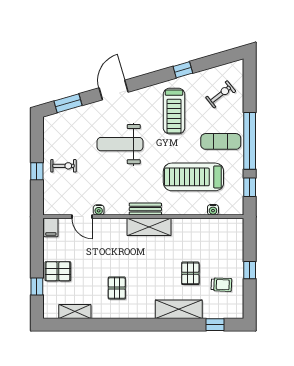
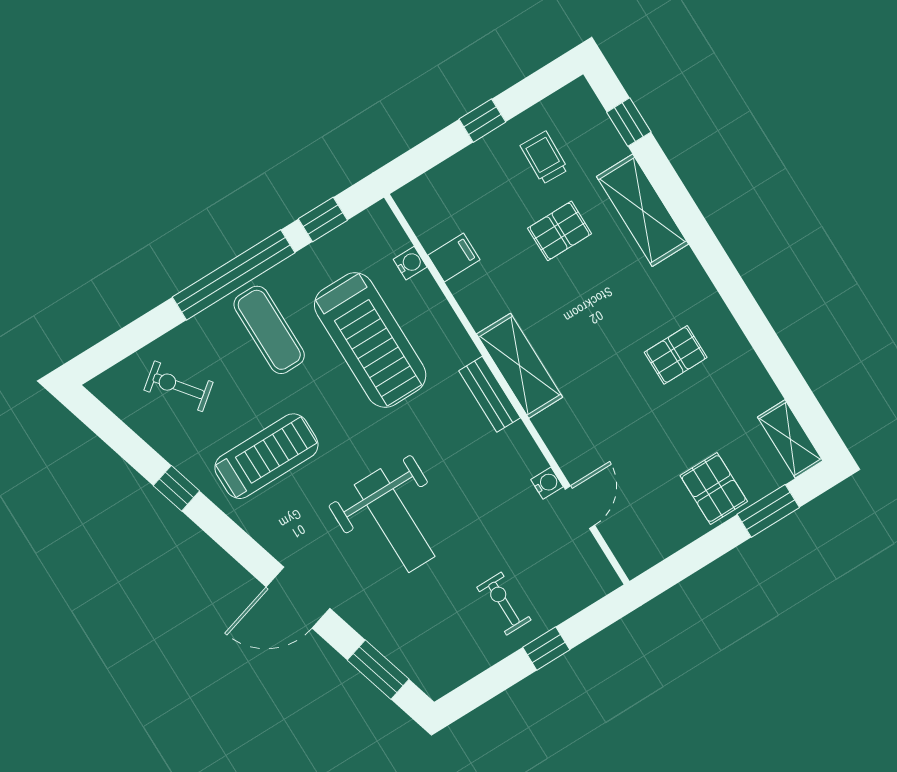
filing cabinet: (51, 228) -> (454, 257), moved
window: (37, 286) -> (768, 511), width x1.50
shelving: (75, 311) -> (790, 439), moved

